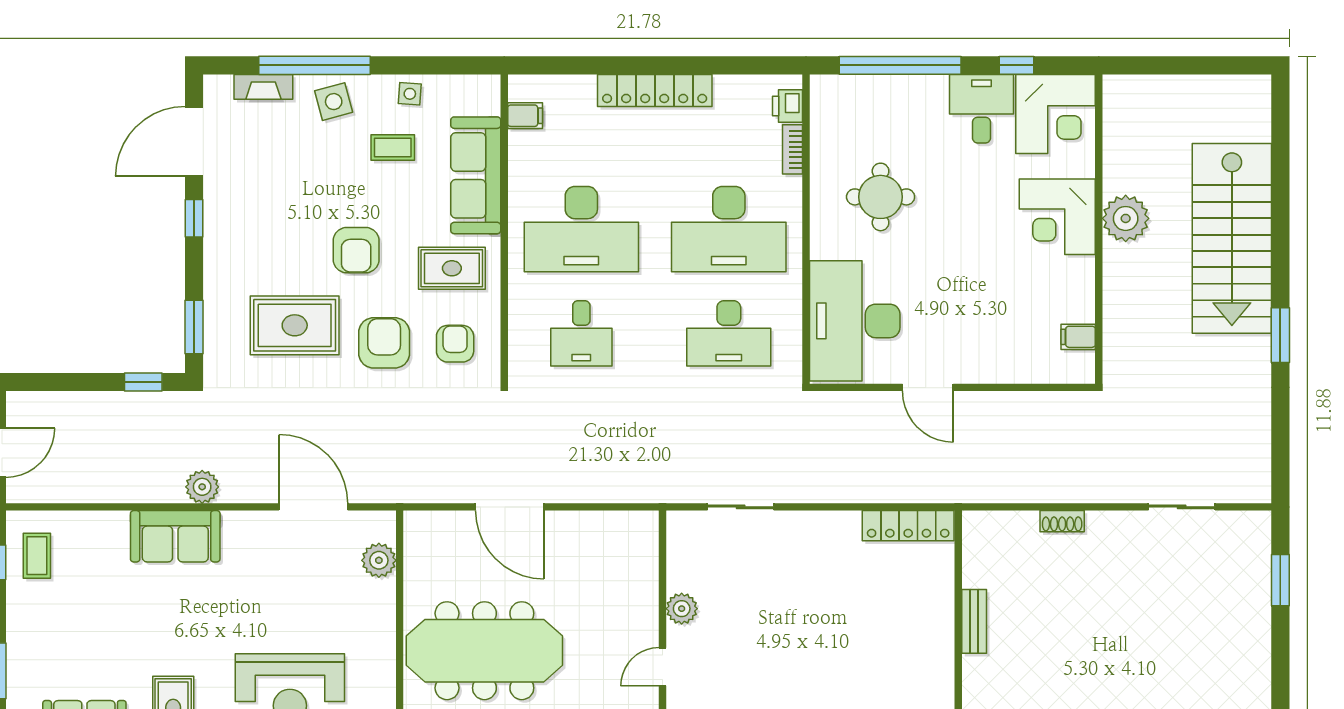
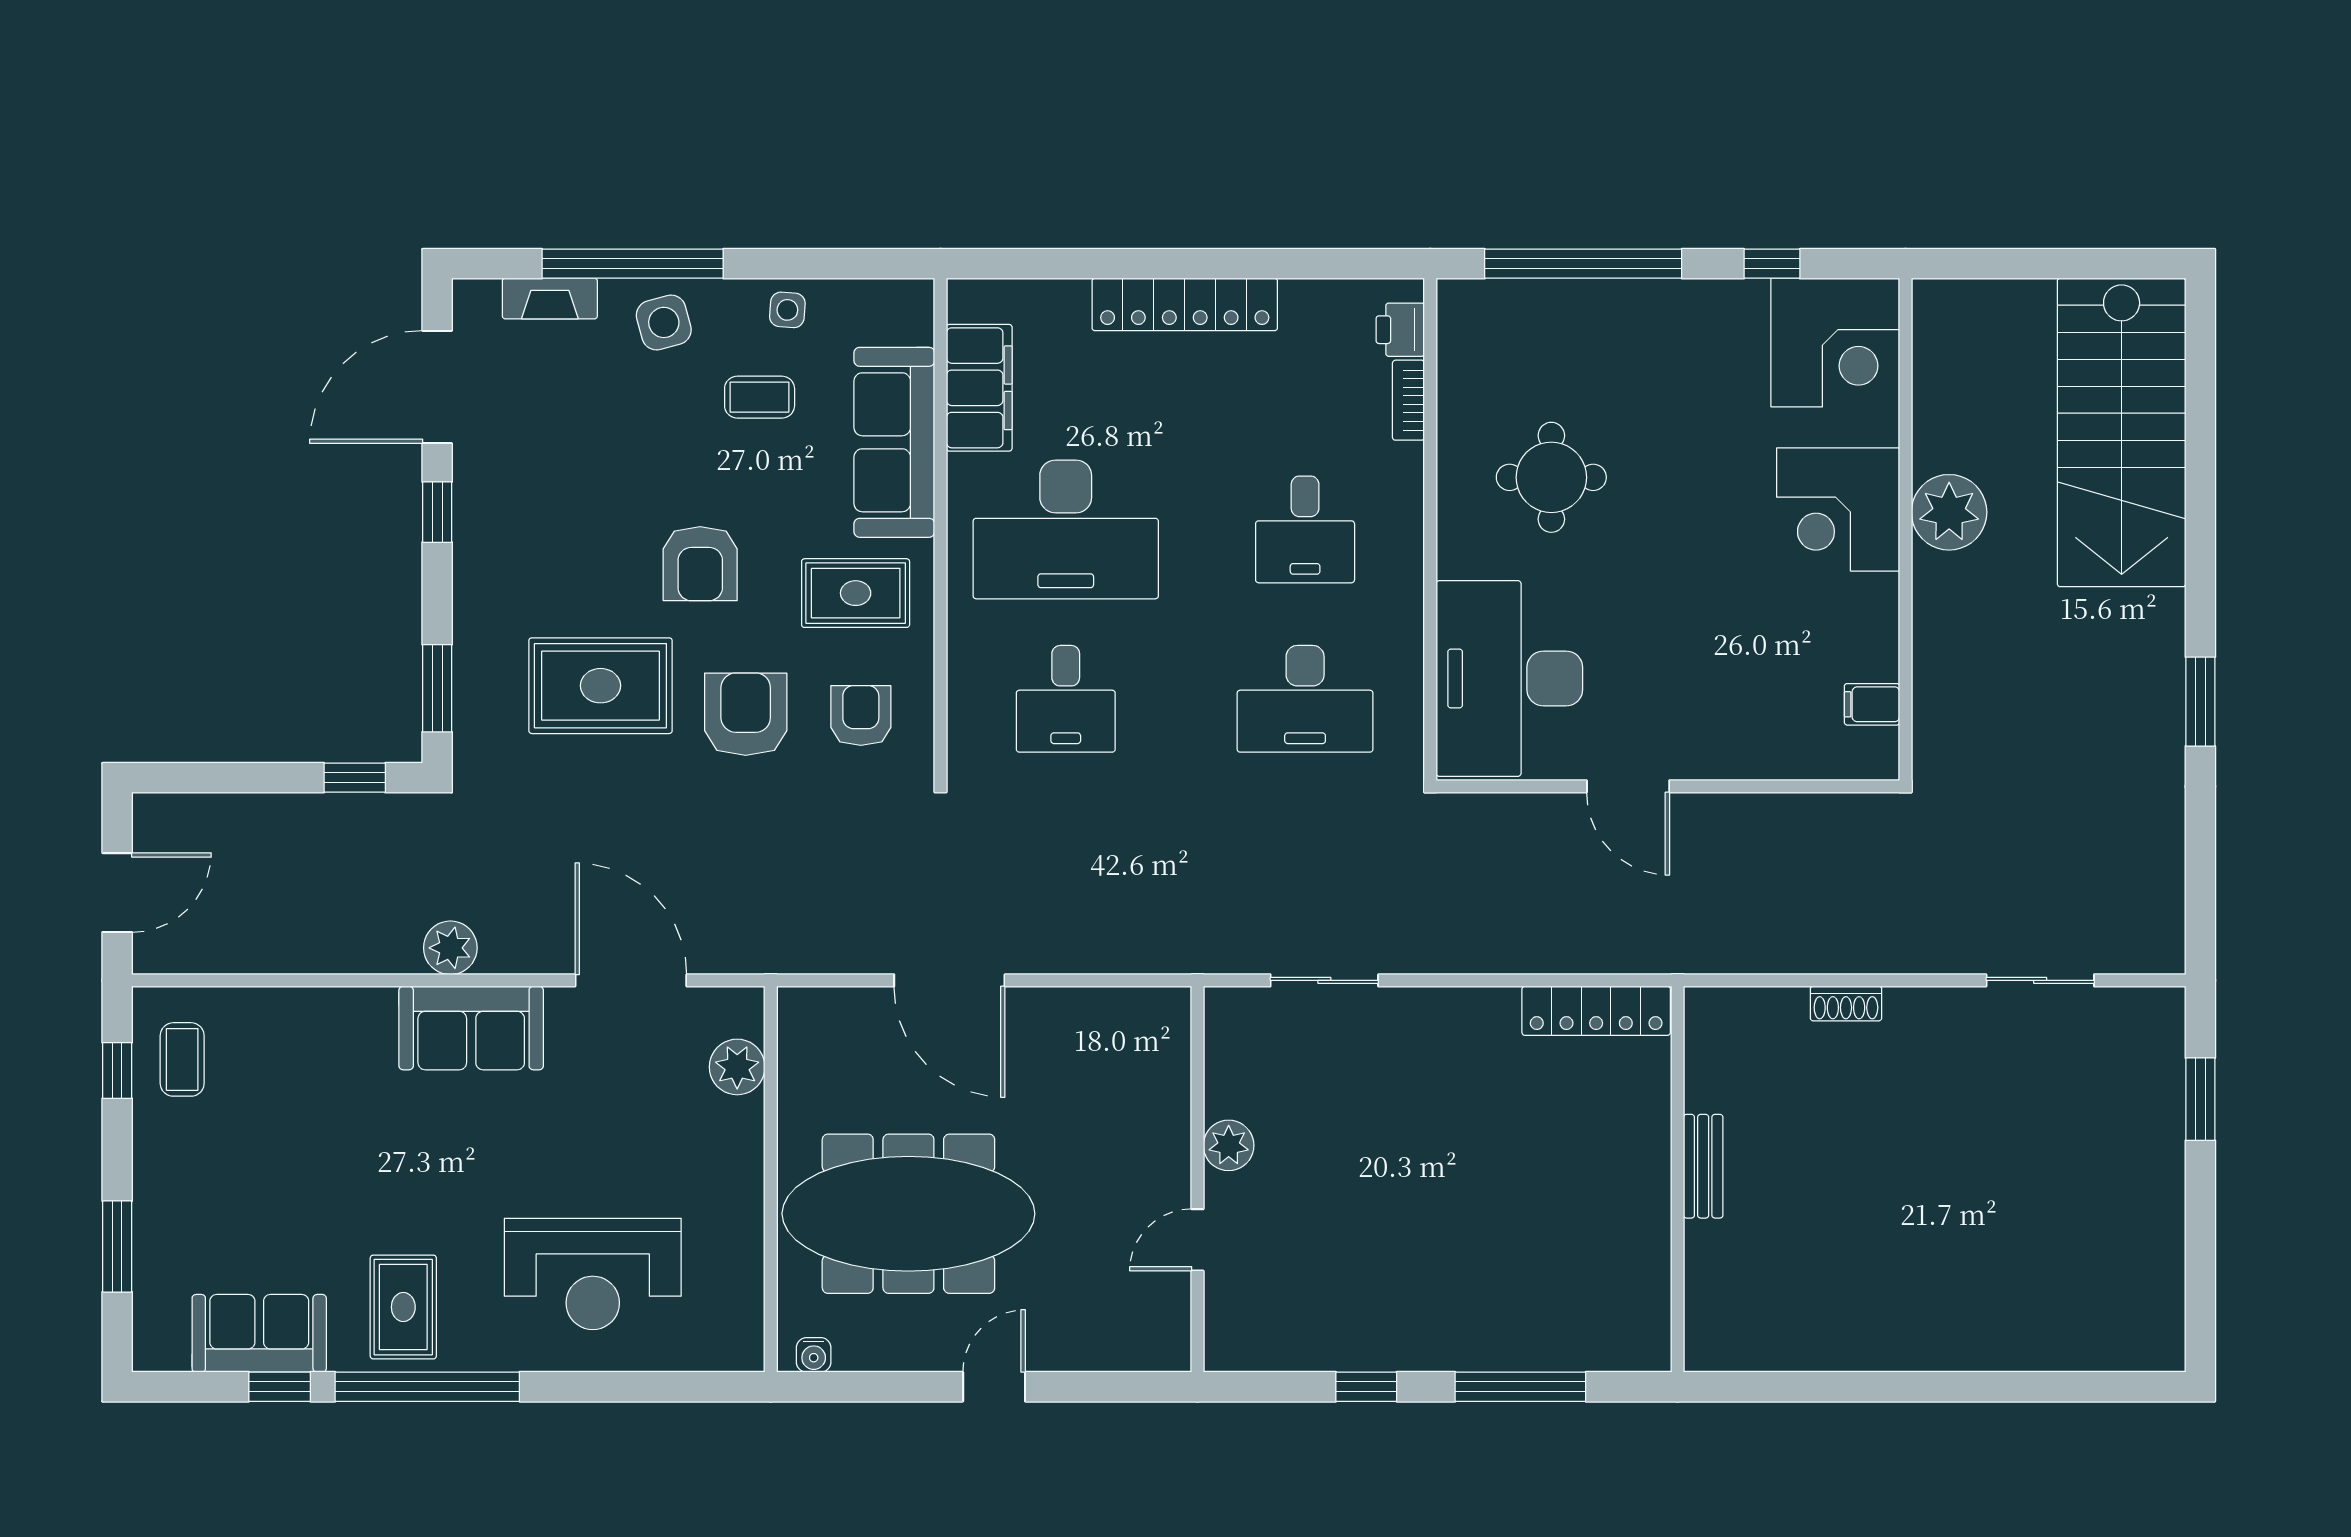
desk: (981, 109) -> (1715, 334), removed
filing cabinet: (525, 116) -> (979, 388), width x3.00, depth x1.17
desk: (729, 229) -> (1305, 529), width x0.53, depth x0.77
stairs: (1232, 238) -> (2122, 432), moved
sofa: (175, 536) -> (471, 1028), moved

